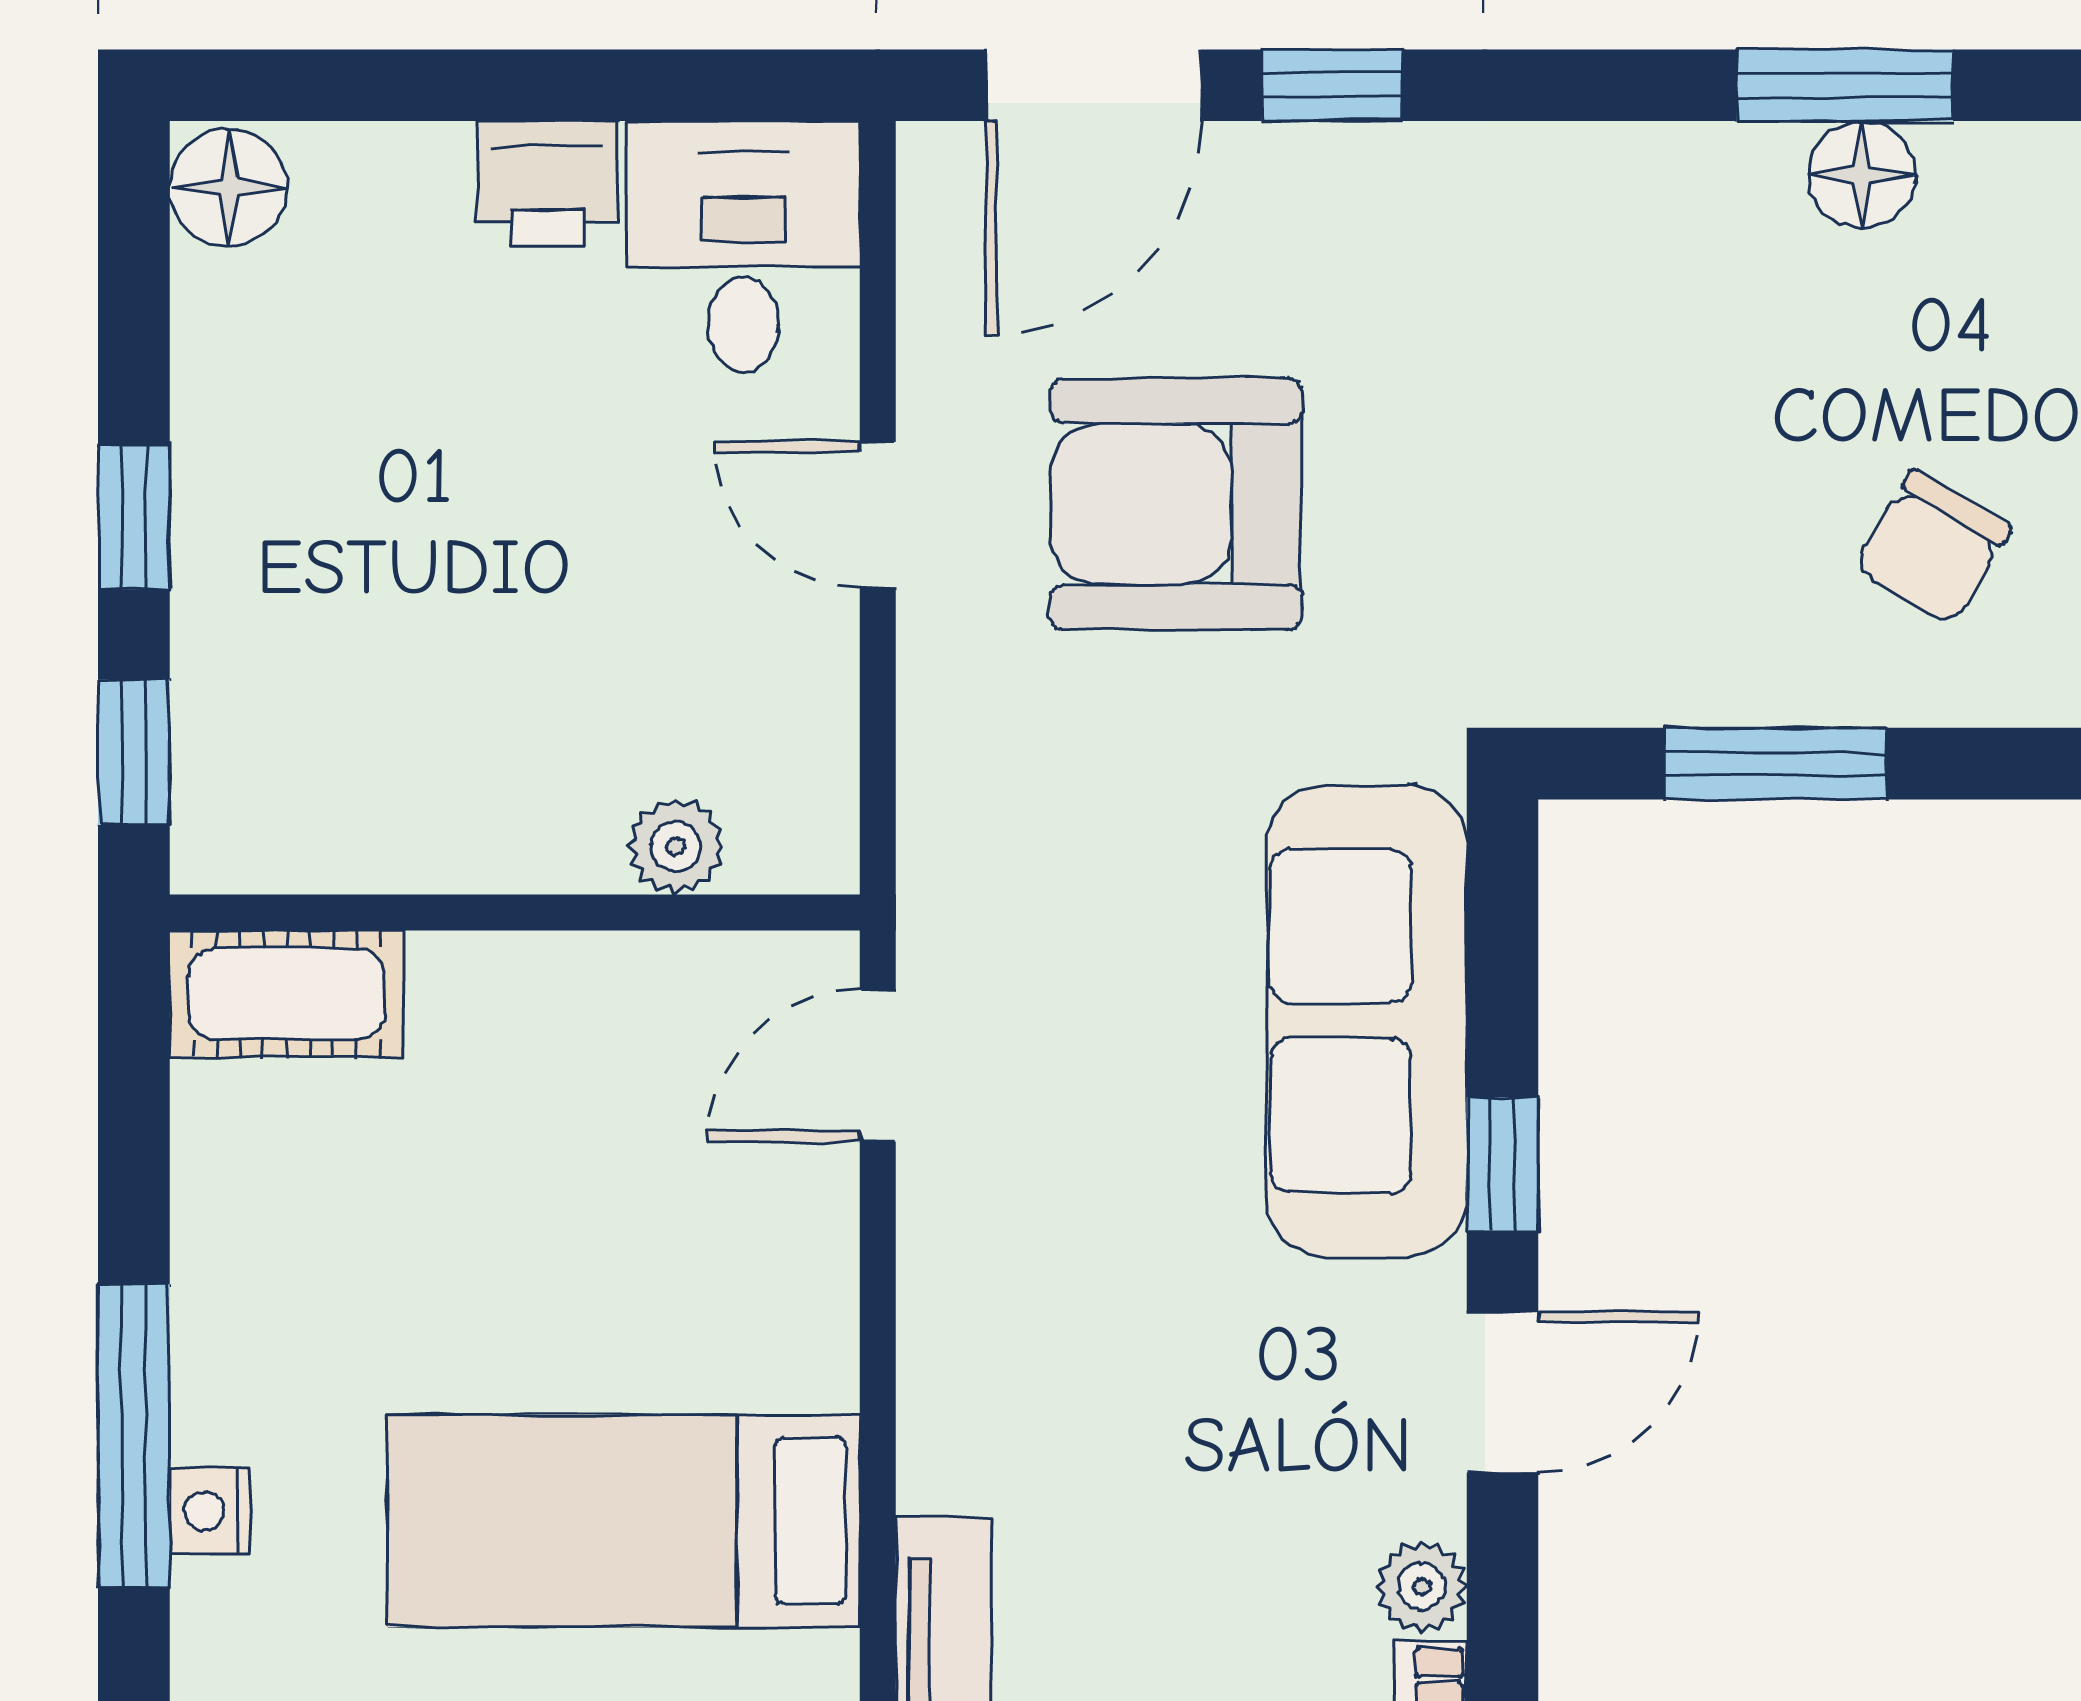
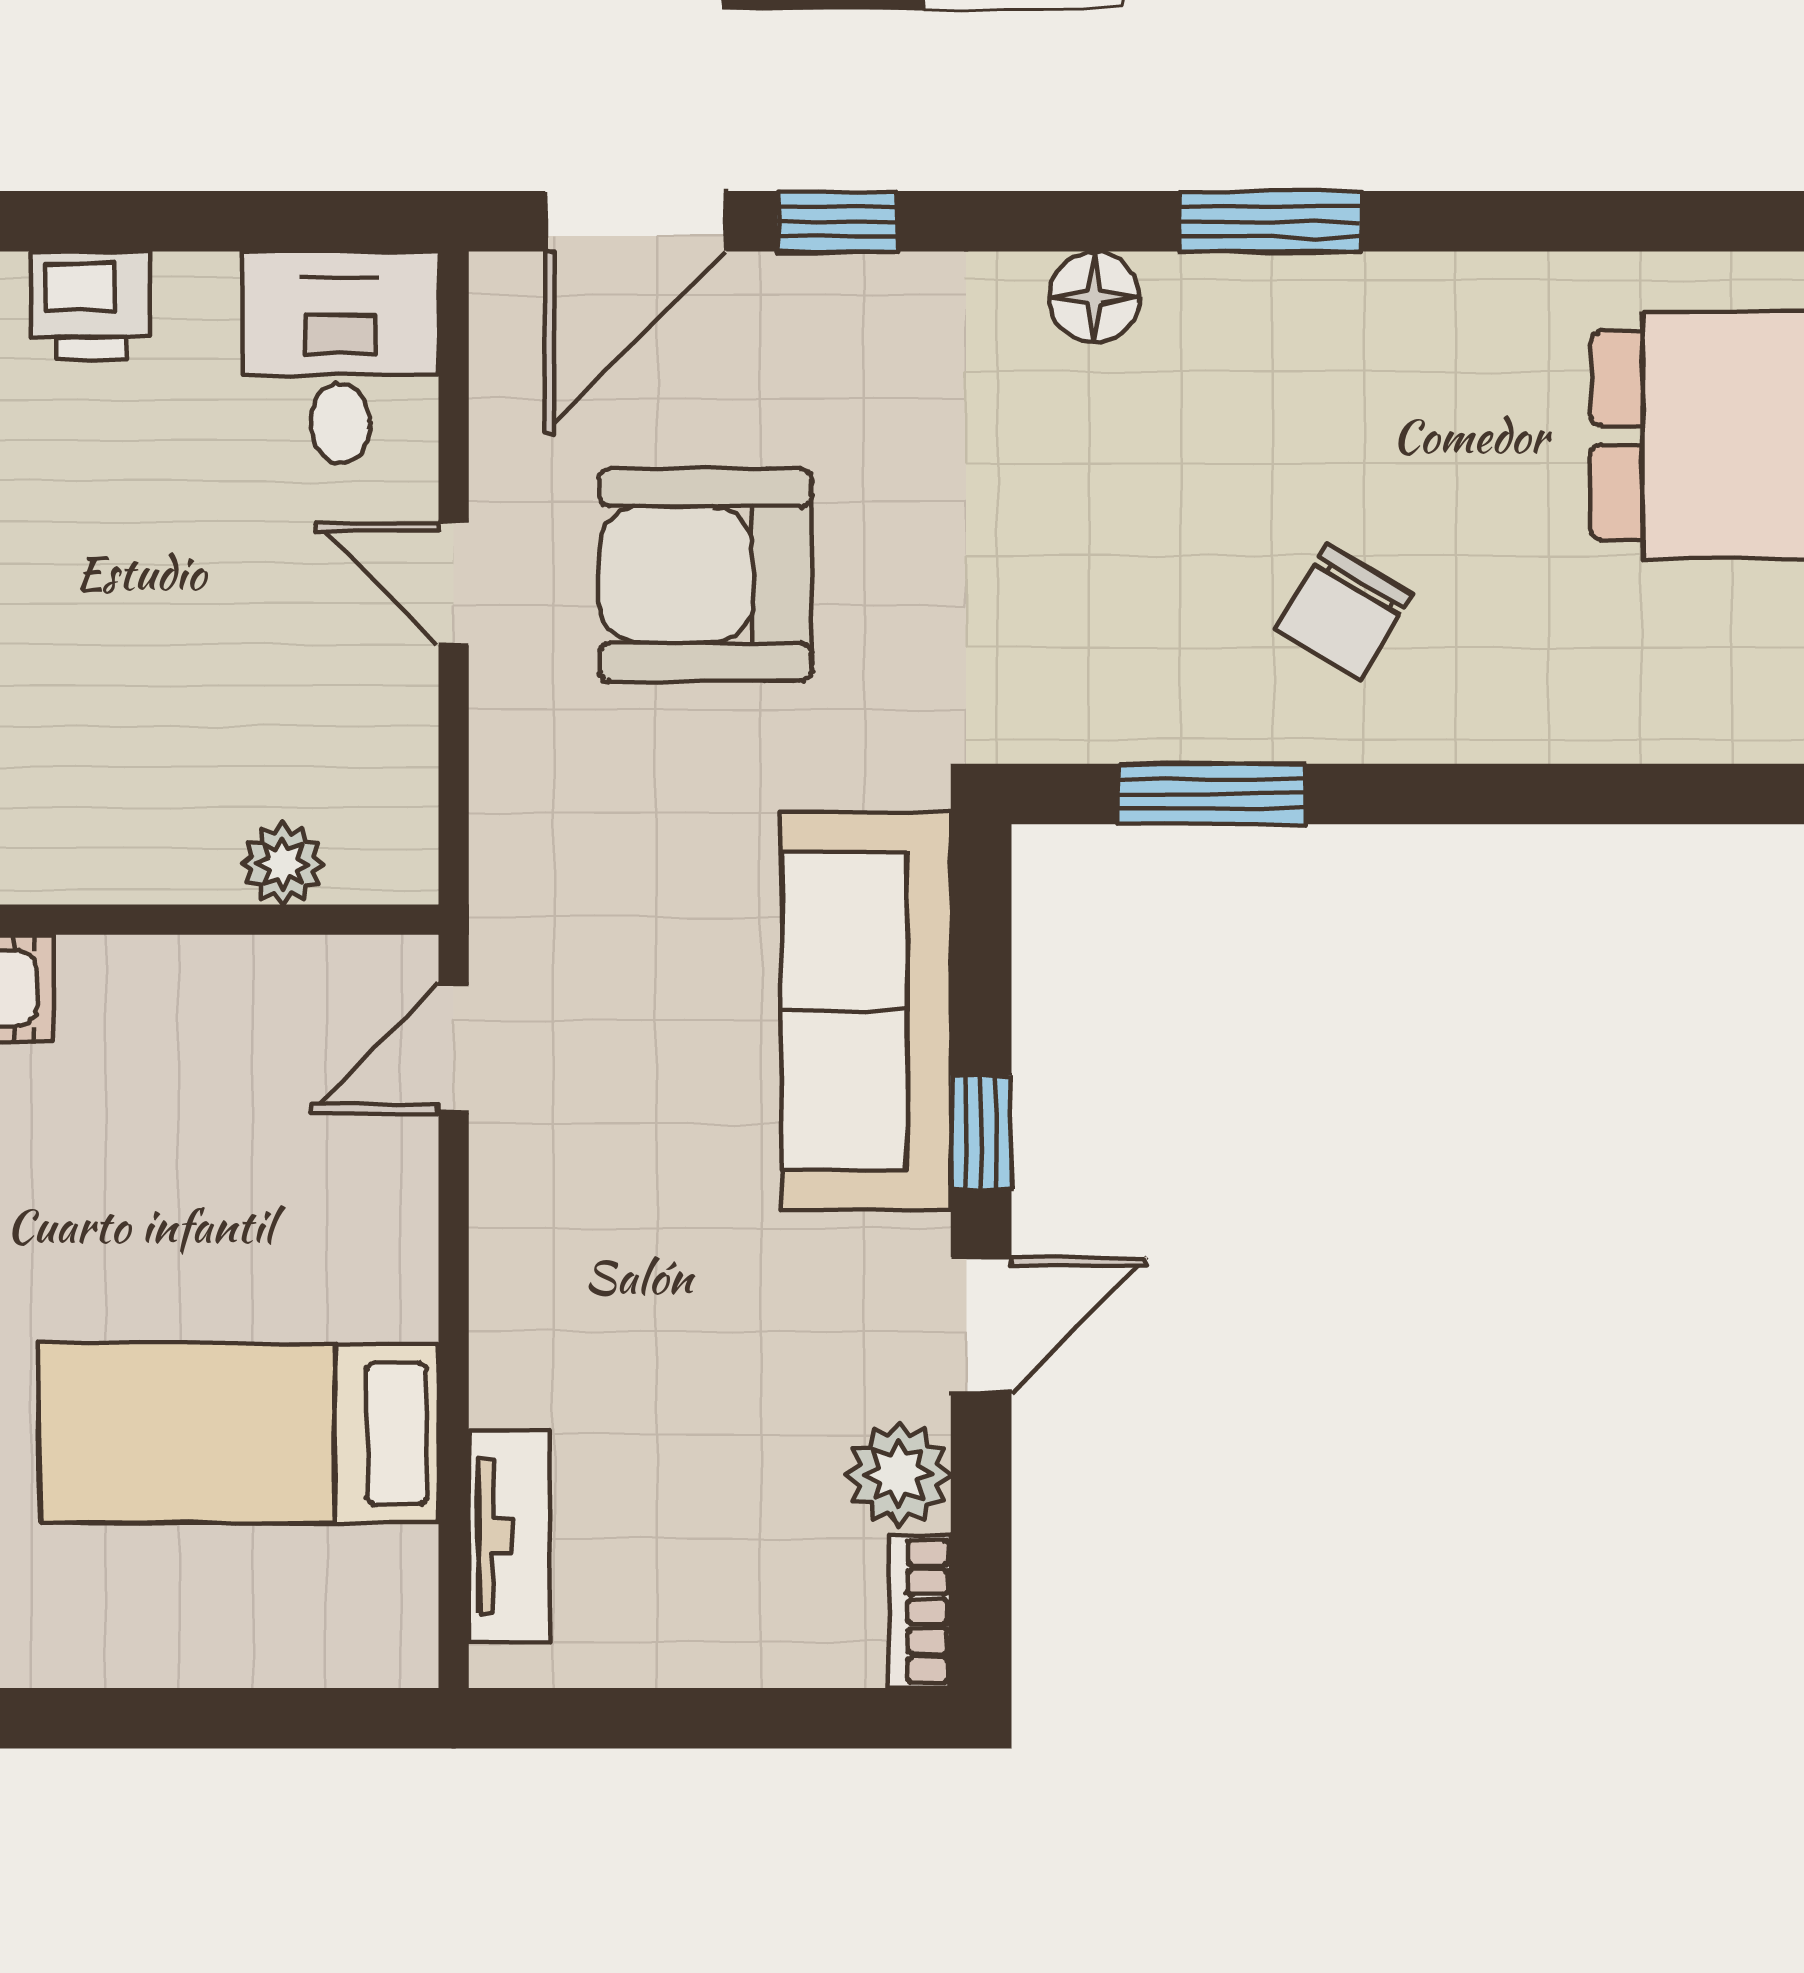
floor lamp: (1862, 175) -> (1094, 297), moved
printer: (547, 184) -> (91, 305), moved
plant: (1422, 1587) -> (899, 1474), width x1.38, depth x1.38

